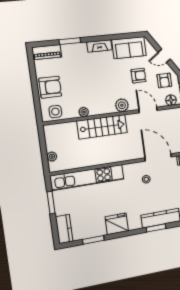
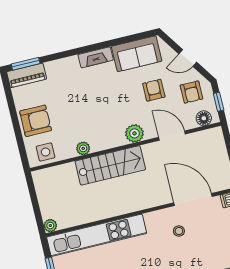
window: (70, 41) -> (26, 64), moved
armchair: (139, 76) -> (154, 90), turned -90
plant: (52, 157) -> (50, 226), moved

